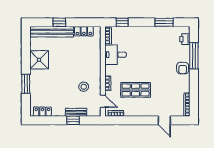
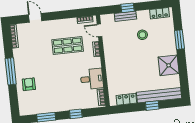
window: (122, 22) -> (76, 114), moved
printer: (185, 39) -> (23, 102), removed
window: (194, 56) -> (11, 71), moved
armchair: (183, 68) -> (29, 84), moved
stool: (84, 87) -> (142, 35), moved

